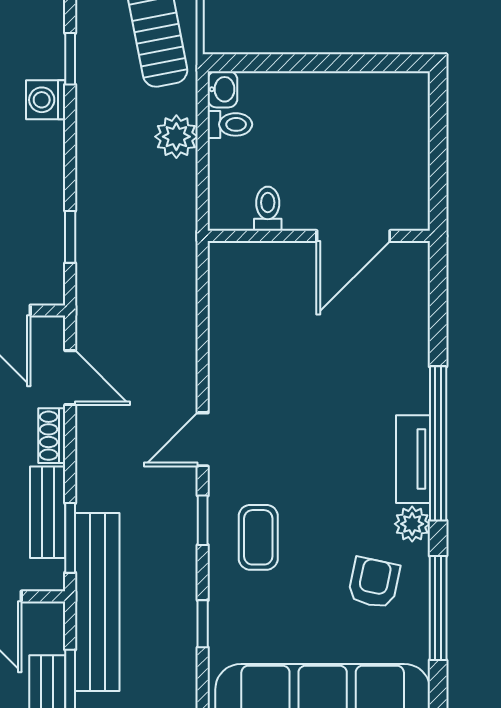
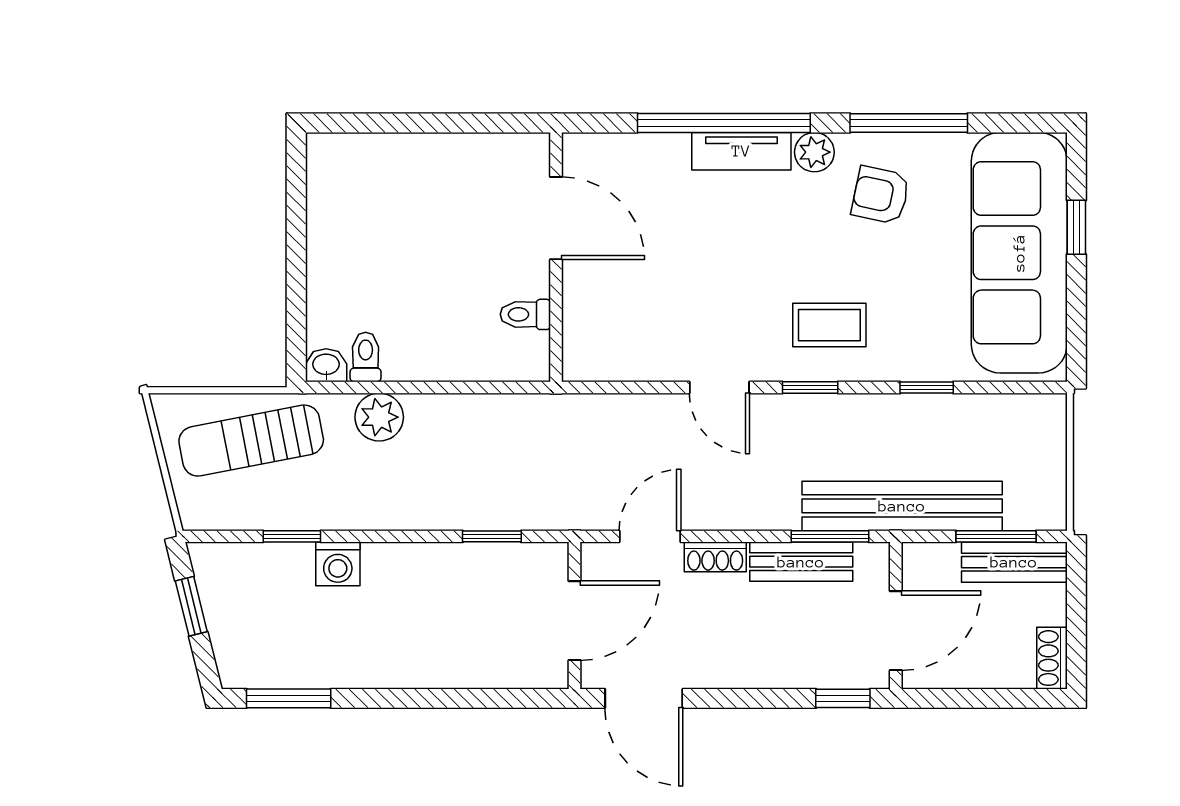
toilet: (268, 209) -> (525, 314), moved
wall: (319, 236) -> (556, 257), moved
door: (353, 236) -> (556, 218), moved

